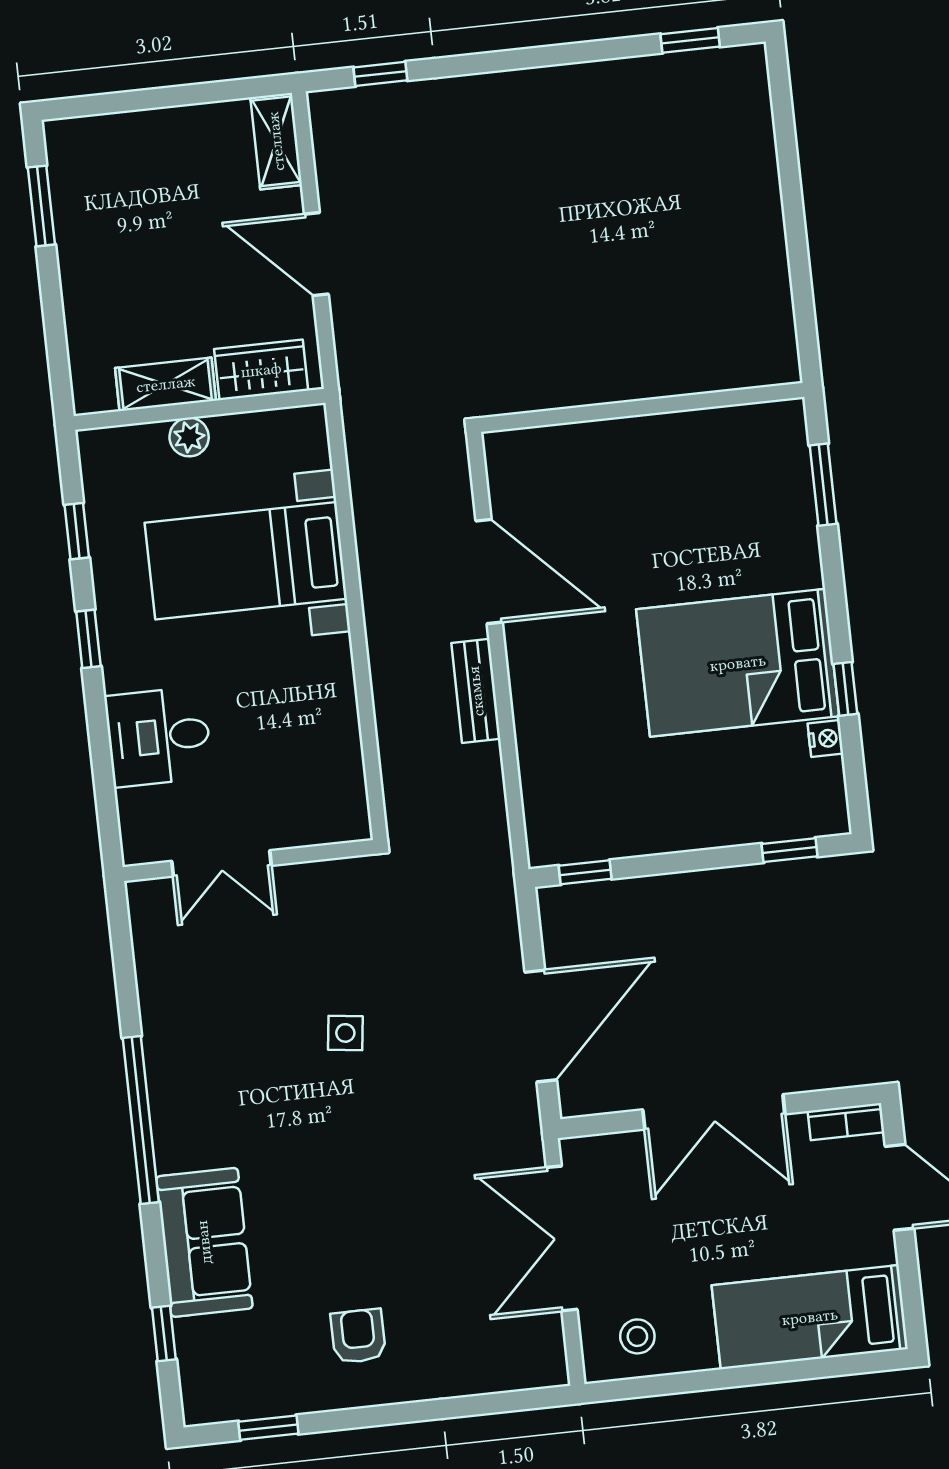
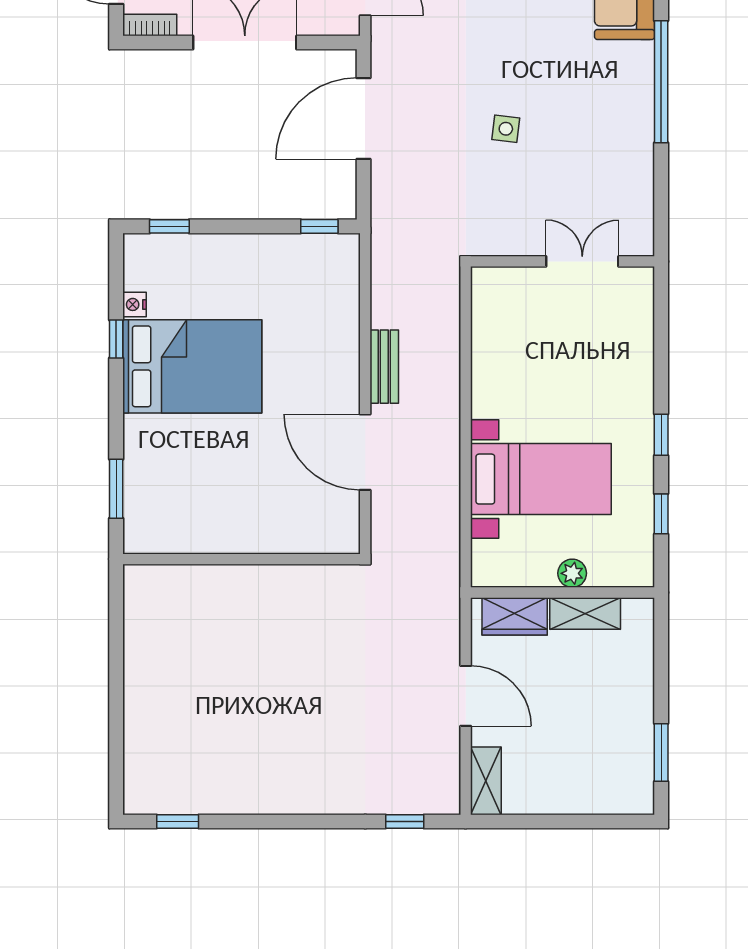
desk: (158, 737) -> (618, 358), removed

